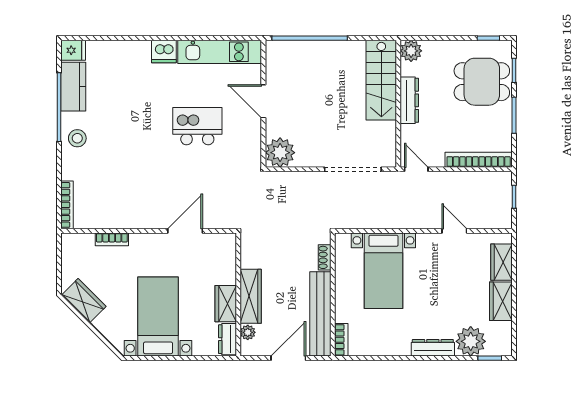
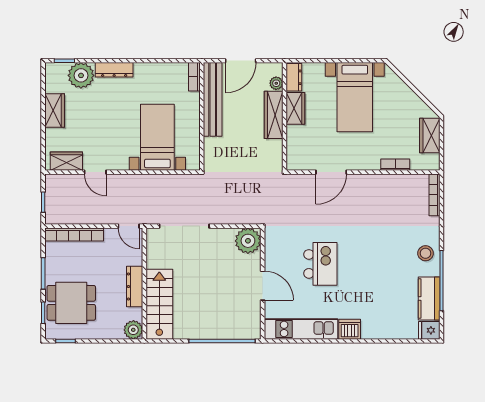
kitchen island: (197, 126) -> (320, 264), turned -90
shoe rack: (325, 257) -> (209, 149), removed
wardrobe: (501, 262) -> (66, 161), moved, turned -90
wardrobe: (84, 300) -> (430, 135), moved, turned 45

